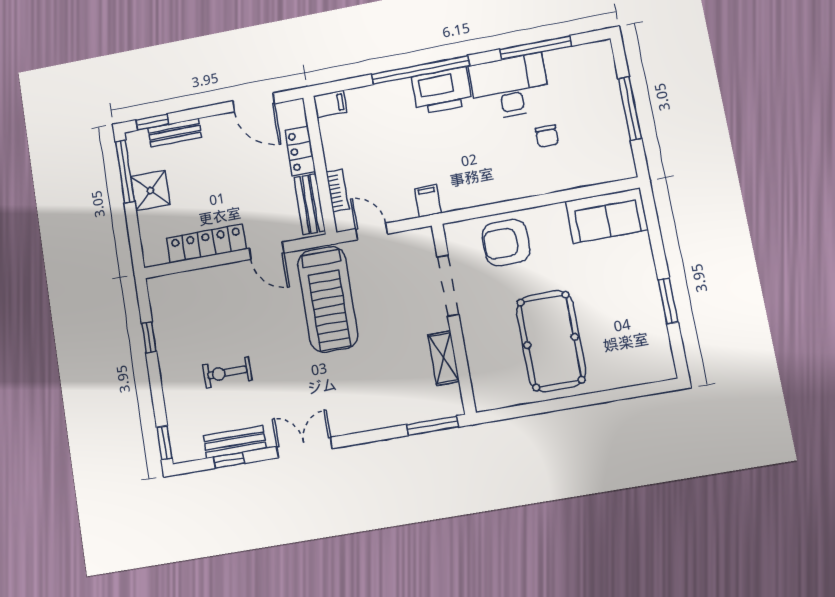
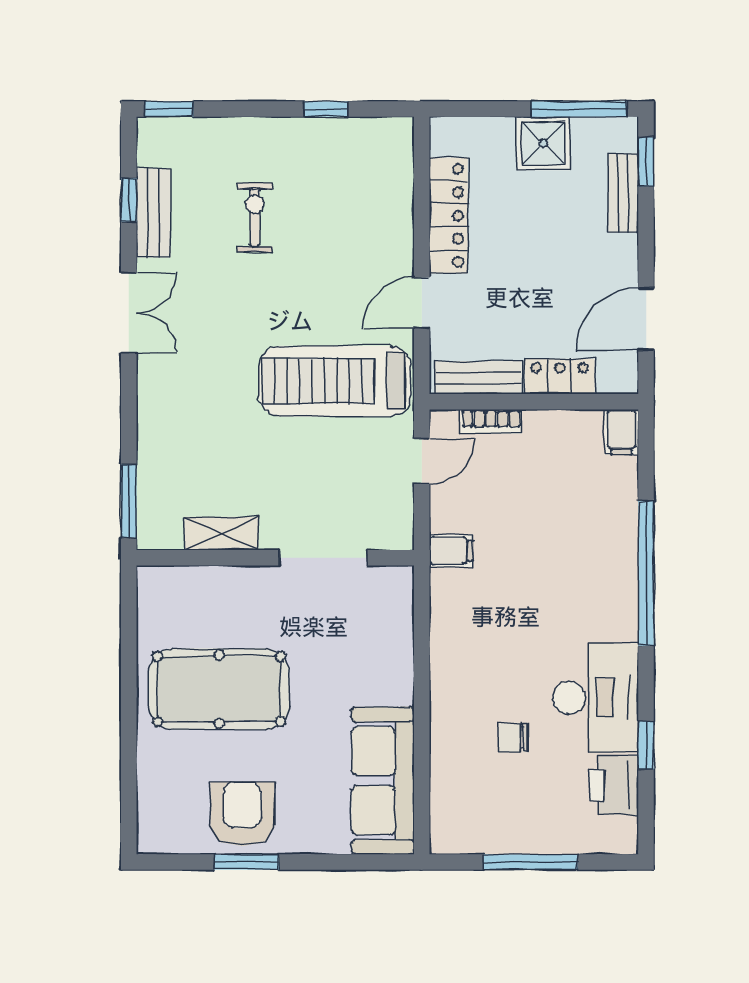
window: (536, 48) -> (646, 745), width x0.46
printer: (442, 91) -> (614, 785), moved, width x0.73, depth x0.84
sofa: (607, 215) -> (383, 781), width x1.36
armchair: (506, 243) -> (242, 814), moved

